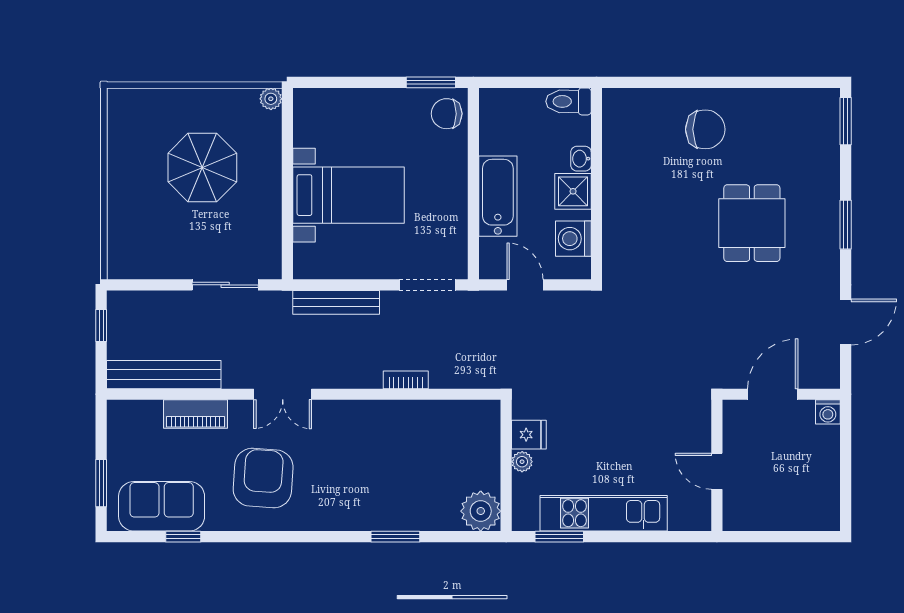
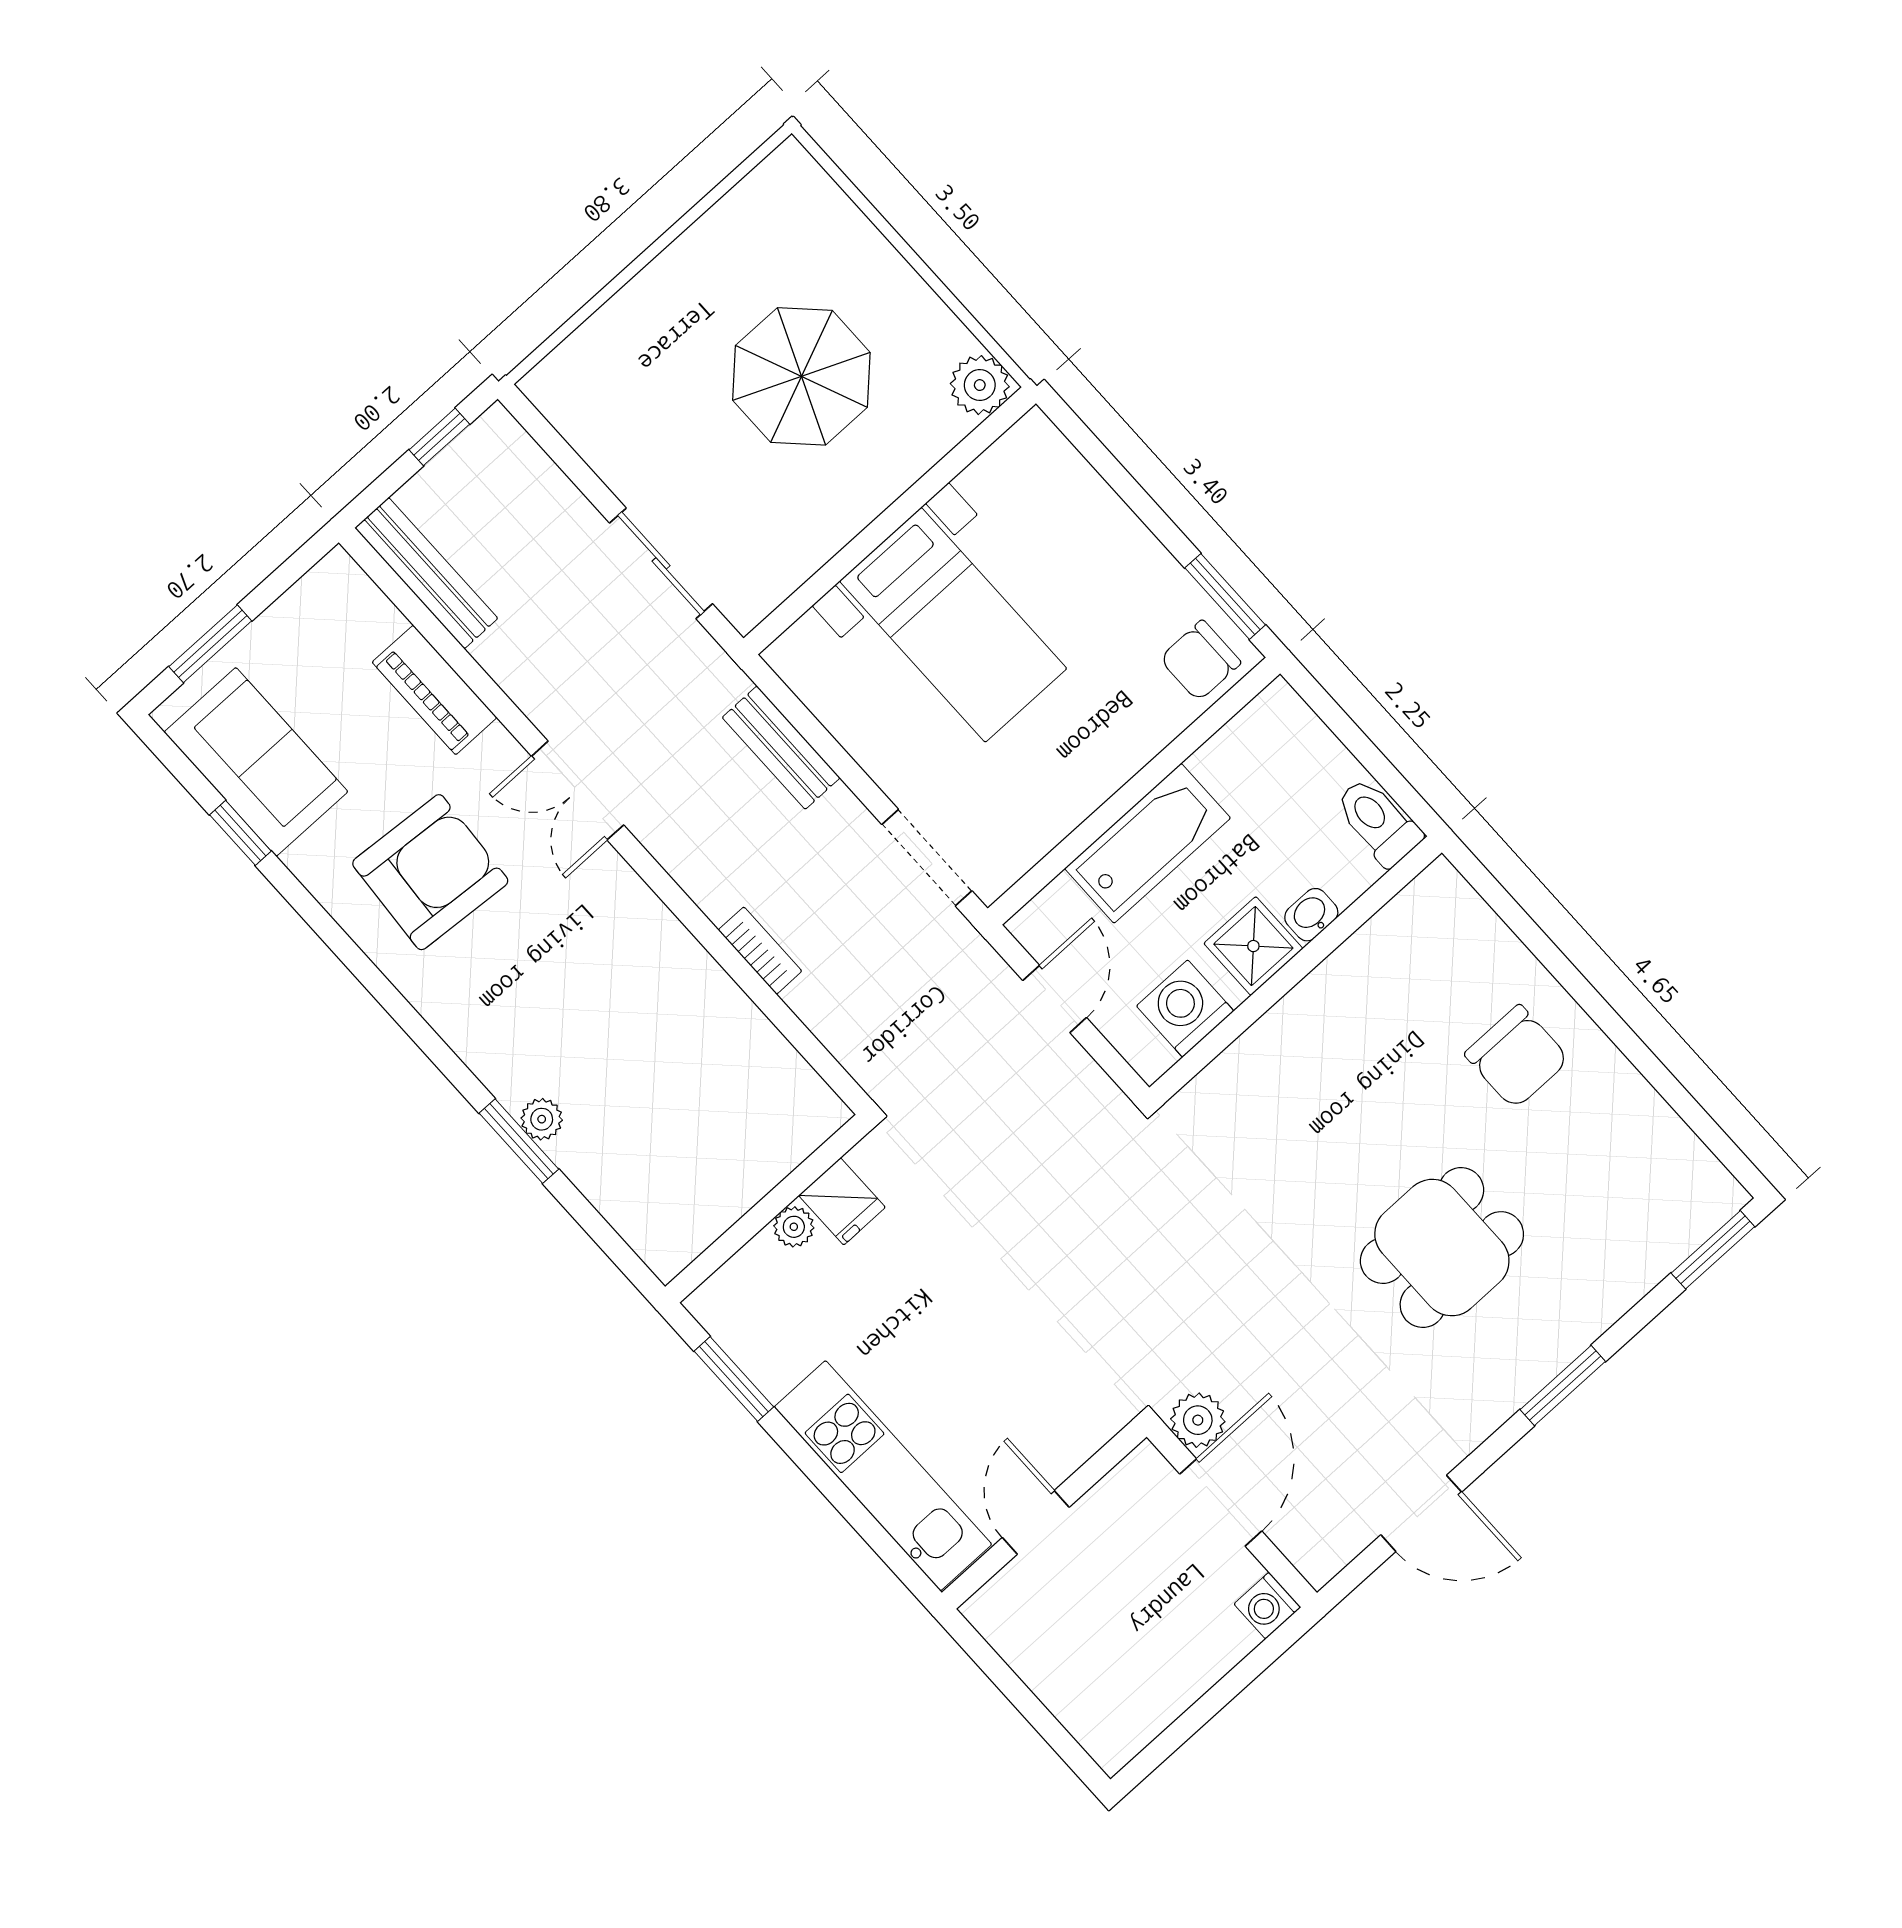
plant: (271, 99) -> (980, 385), width x1.38, depth x1.38
chair: (447, 114) -> (1200, 661), turned -90
bench: (336, 302) -> (781, 748), width x0.73
bench: (164, 375) -> (426, 573), width x0.73, depth x0.82
plant: (734, 375) -> (1198, 1420), added
door: (773, 394) -> (1221, 1502), hinge flipped
plant: (481, 511) -> (542, 1119), moved, width x0.53, depth x0.53
kitchen unit: (604, 513) -> (883, 1476), moved

